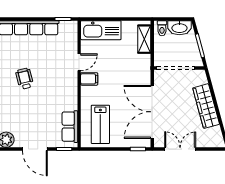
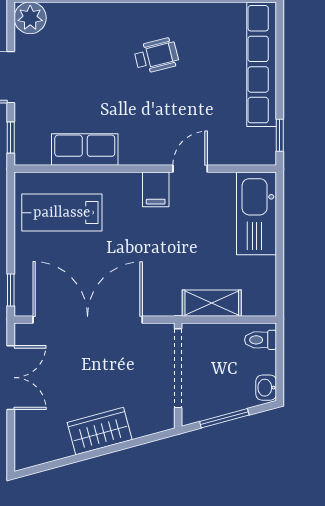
washbasin: (179, 28) -> (266, 388), width x0.52, depth x0.69
shelving: (144, 39) -> (212, 303), moved
door: (79, 62) -> (190, 169), swing flipped
wardrobe: (206, 106) -> (100, 431), width x0.67
row of seats: (70, 127) -> (85, 149), moved

